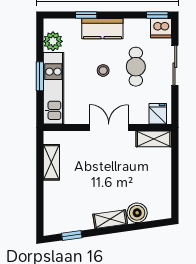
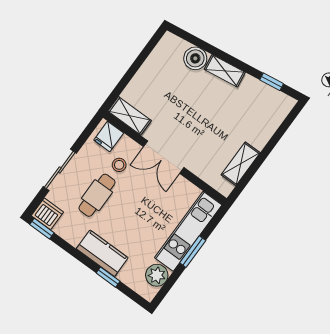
stool: (103, 70) -> (119, 165), moved

